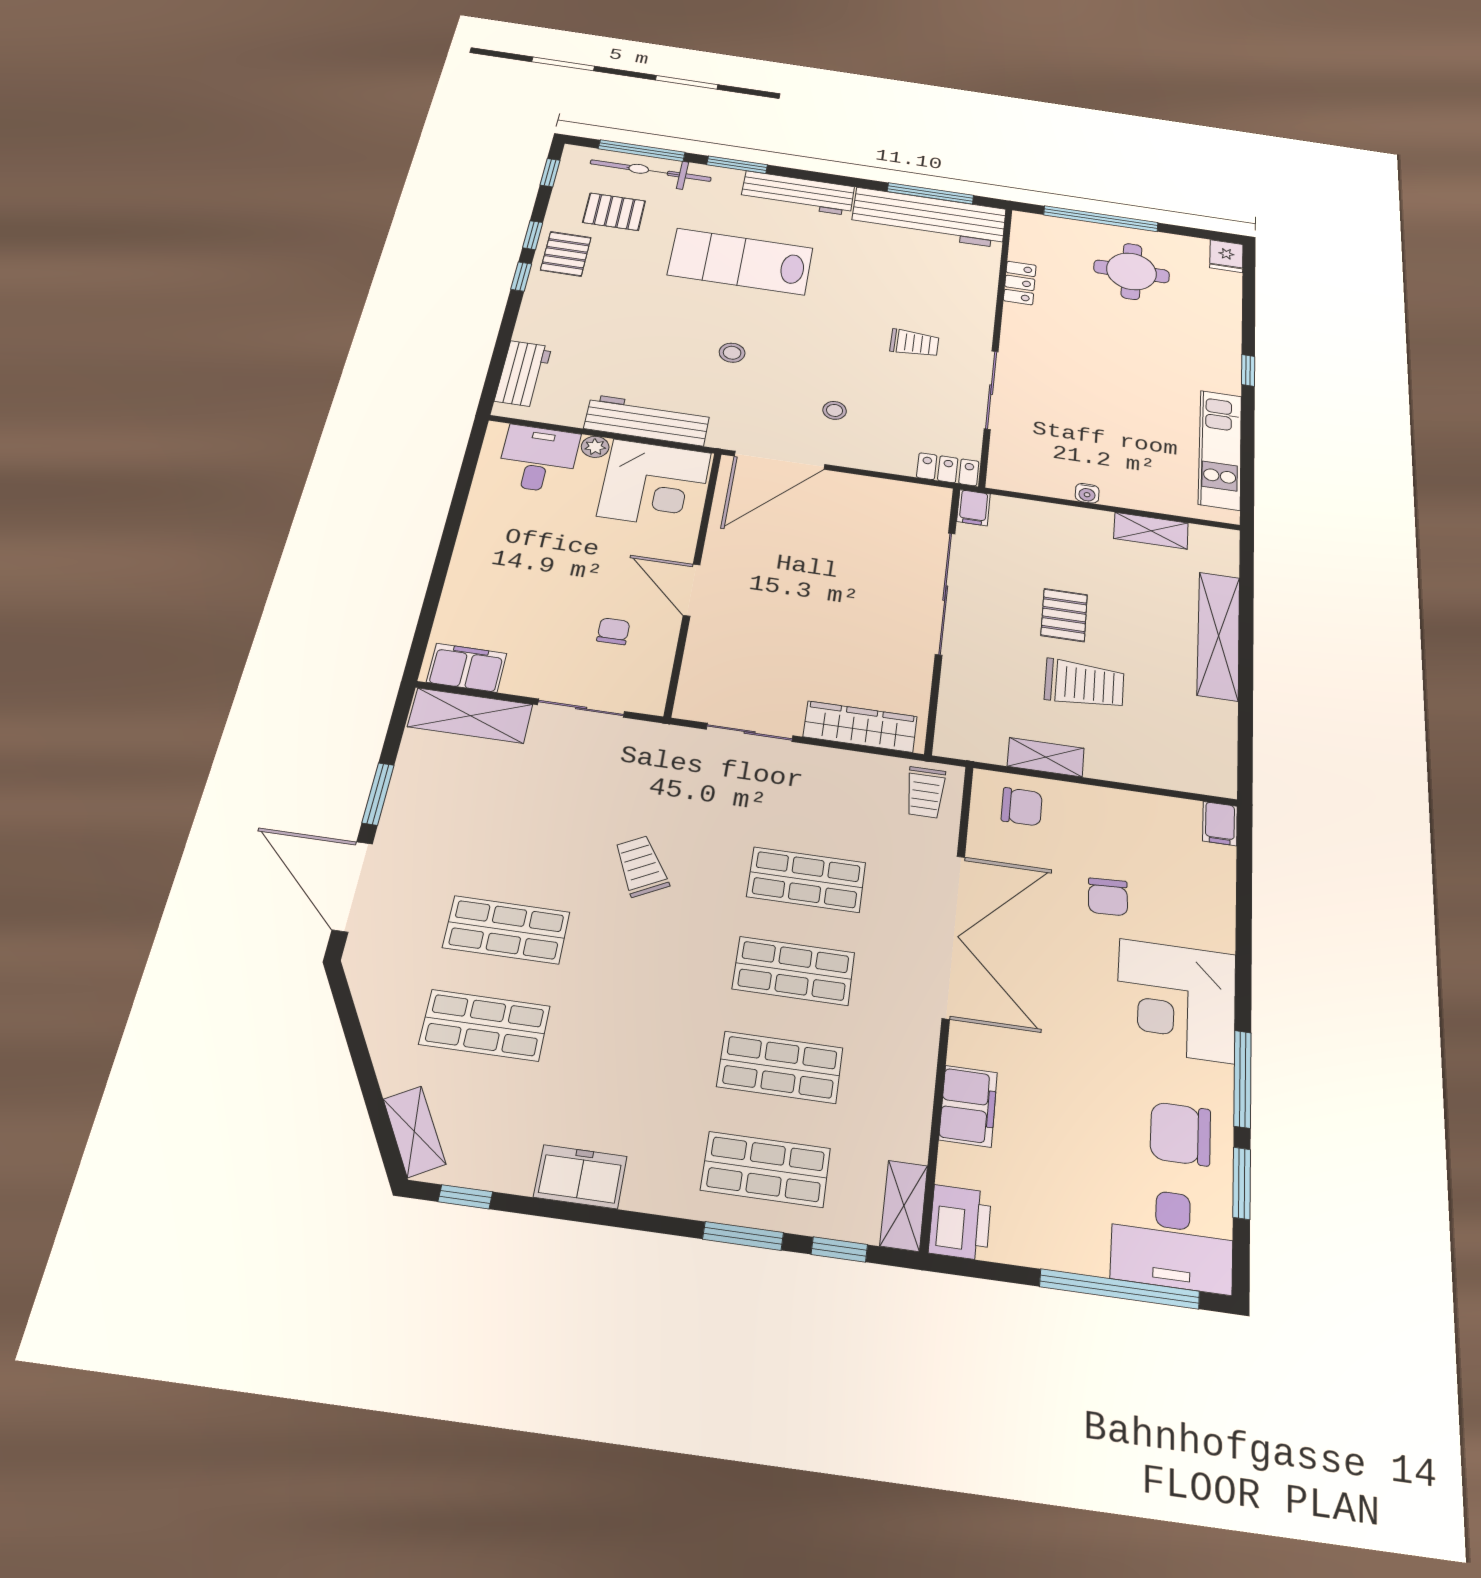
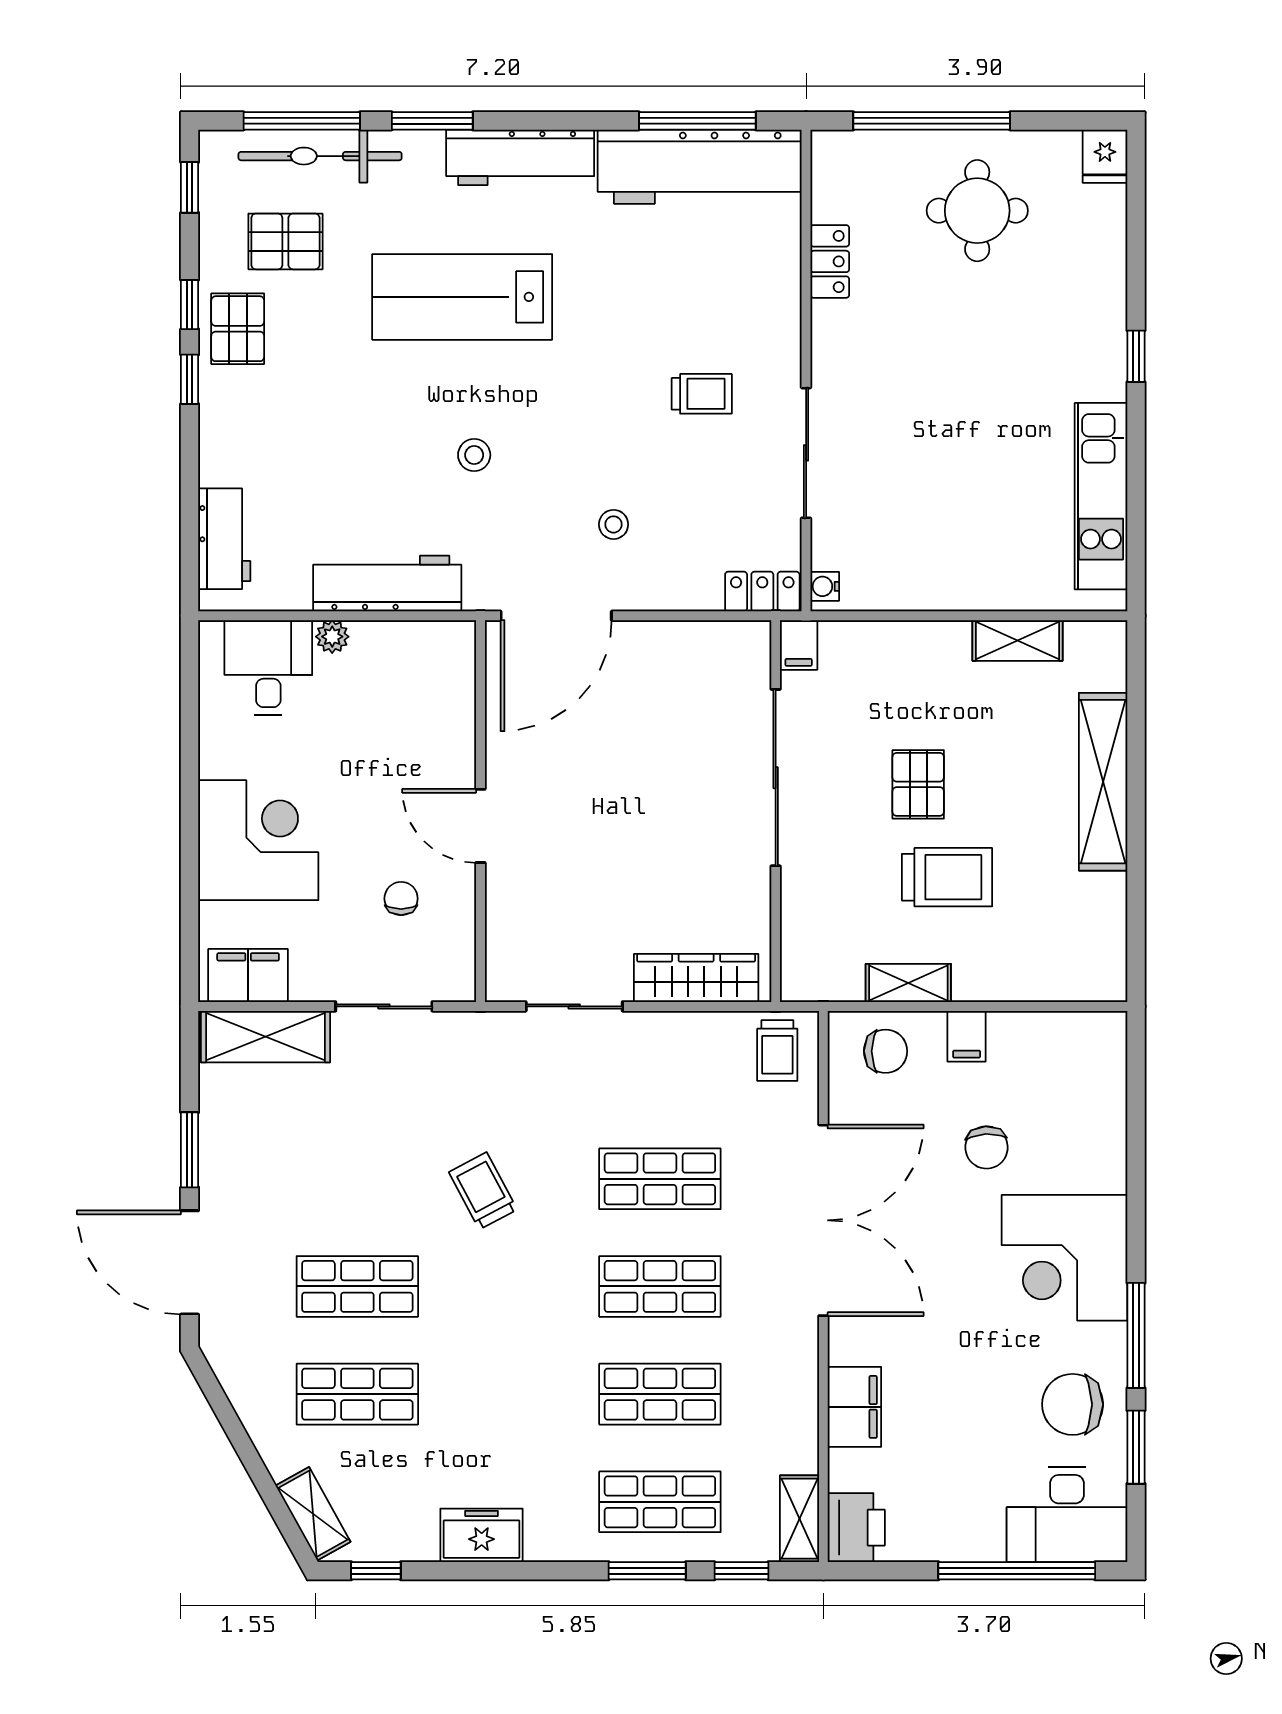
corner desk: (654, 484) -> (258, 840), moved, turned -90
water cooler: (1087, 493) -> (825, 586), moved, turned 90
filing cabinet: (1220, 824) -> (967, 1036), moved

